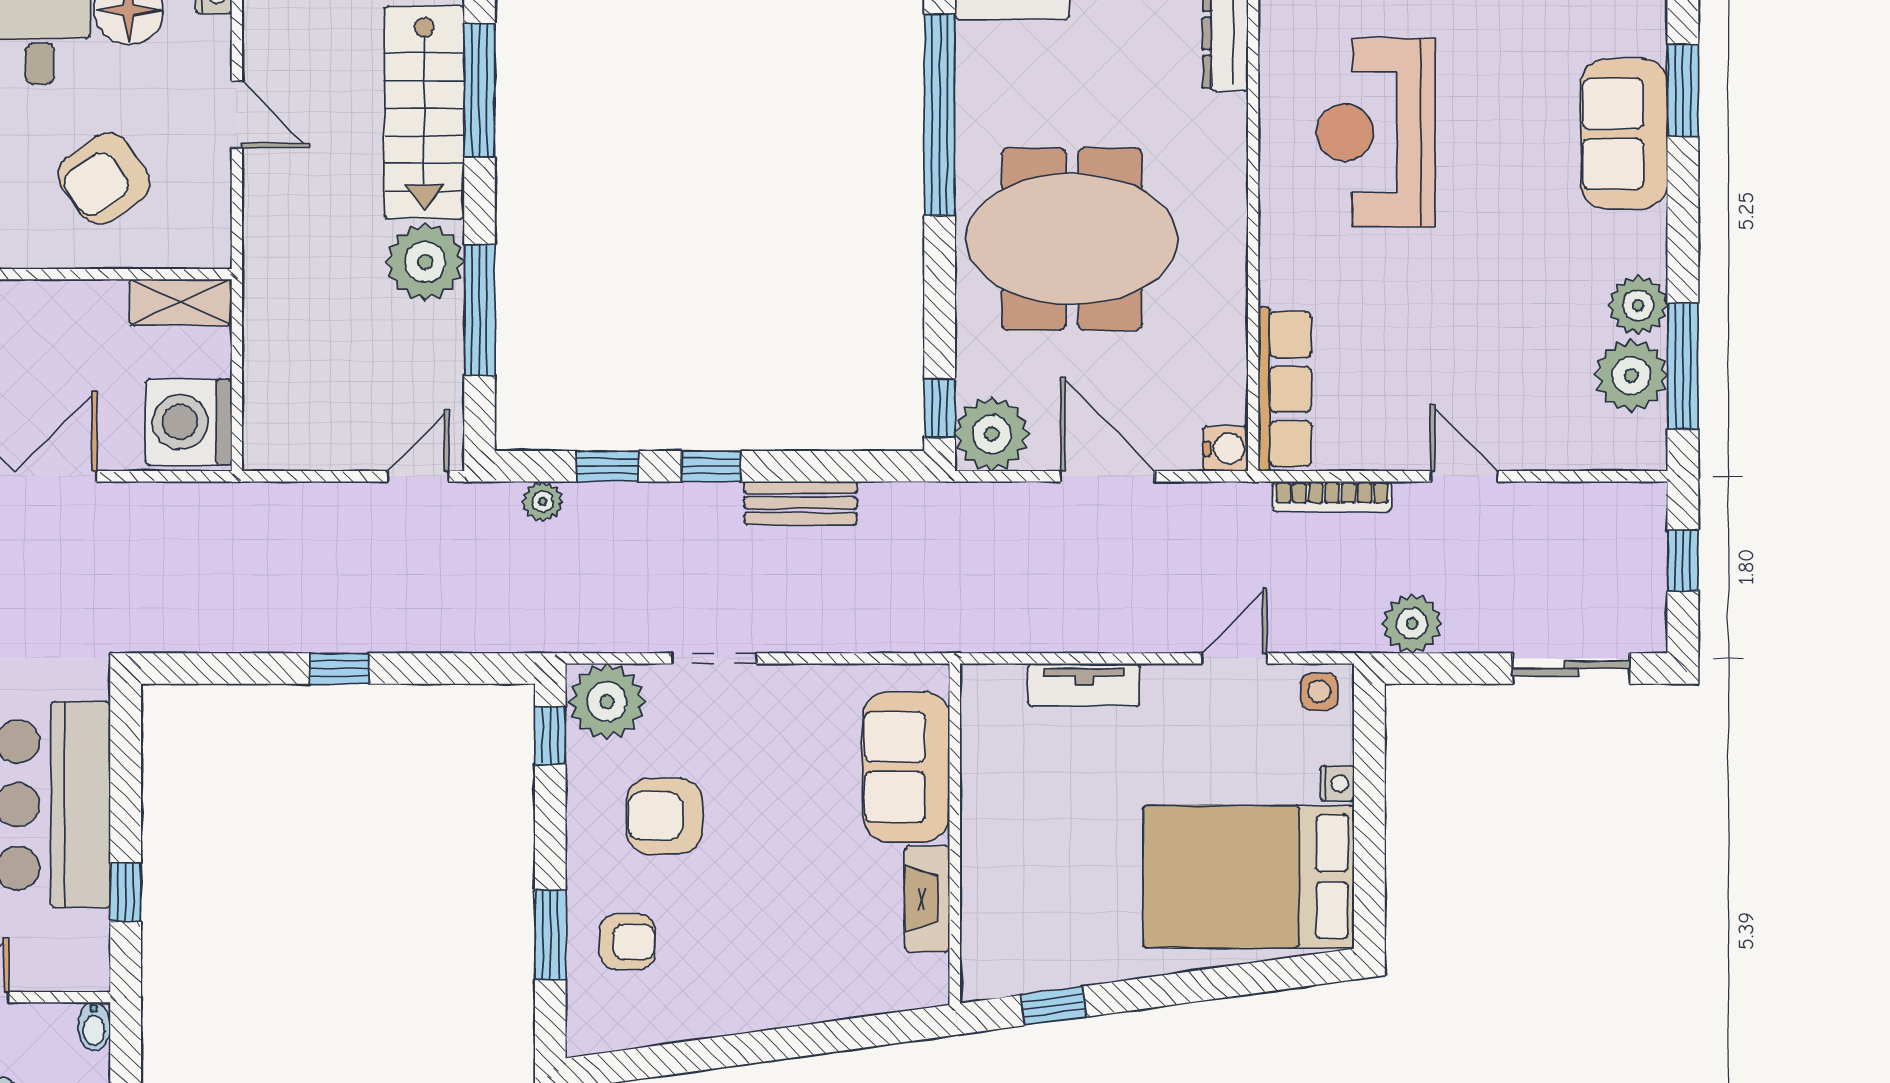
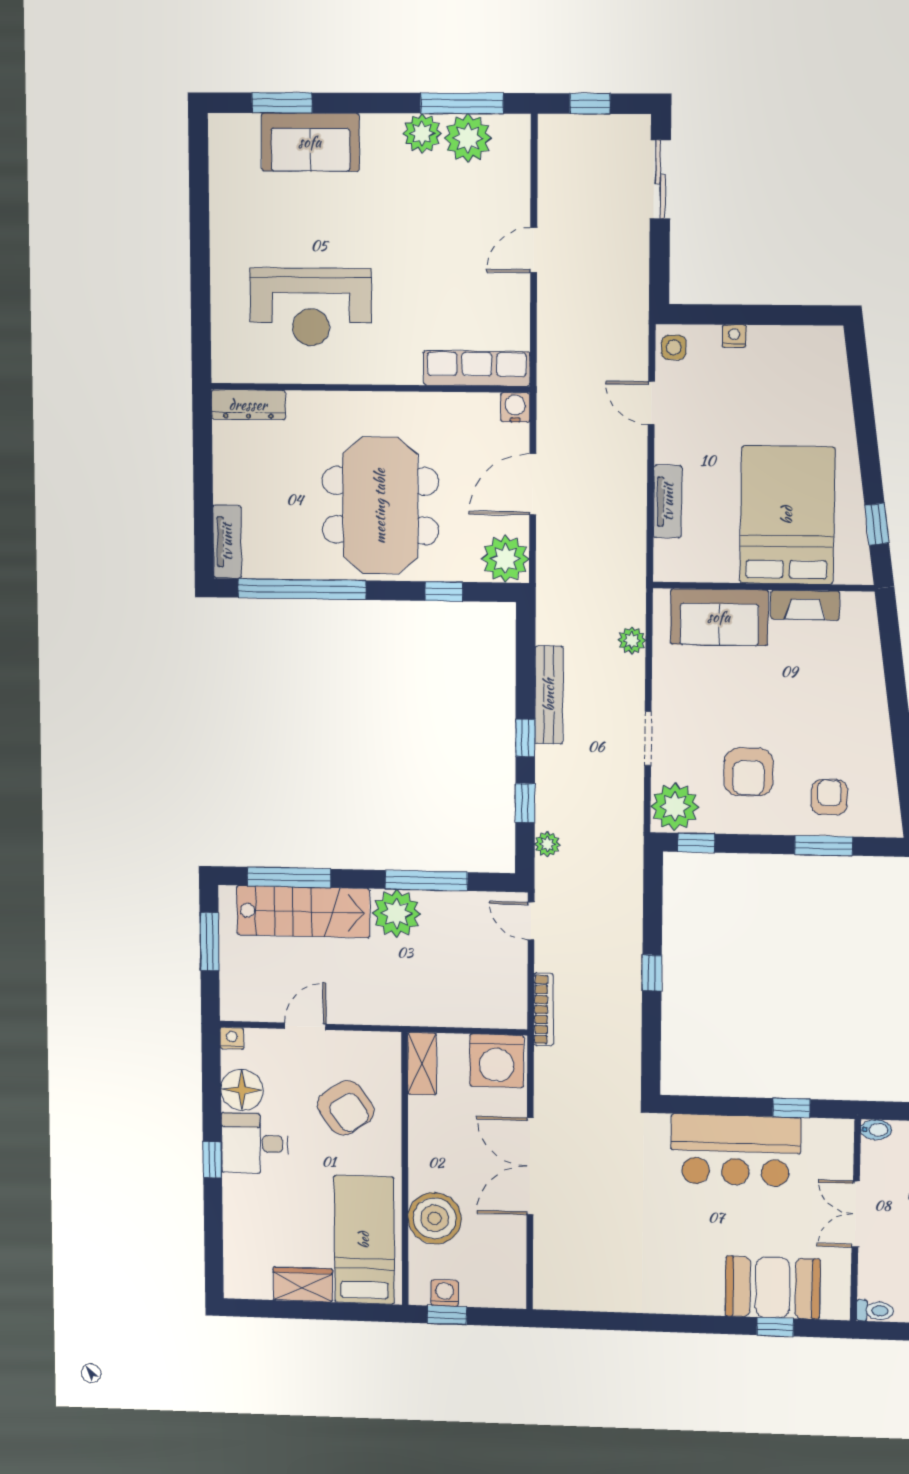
window: (940, 408) -> (444, 591), moved
bookcase: (1332, 497) -> (543, 1010), moved
bench: (800, 503) -> (549, 695), width x1.36
plant: (1412, 624) -> (632, 640), moved, width x0.73, depth x0.73
bed: (1249, 877) -> (787, 515), moved, turned 180

